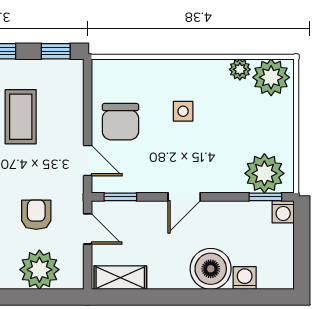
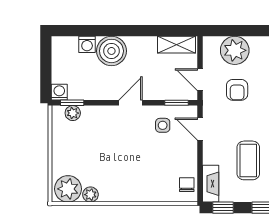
fireplace: (73, 85) -> (211, 184), added
side table: (183, 111) -> (163, 125), moved
chair: (120, 122) -> (187, 185), moved, width x0.54, depth x0.54
plant: (264, 173) -> (73, 113), width x0.53, depth x0.53

